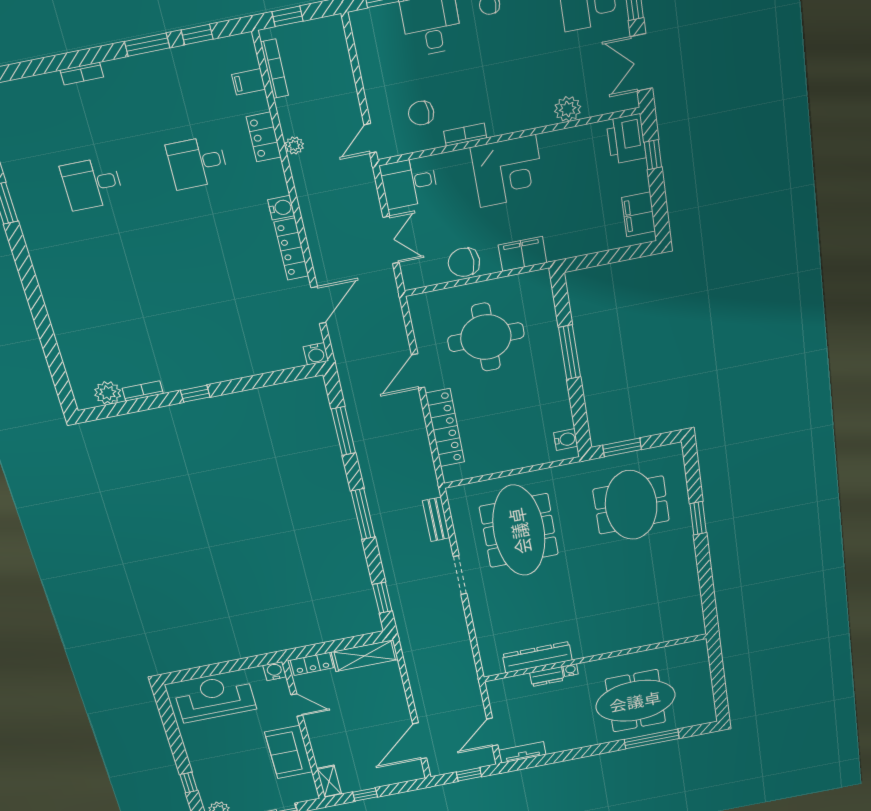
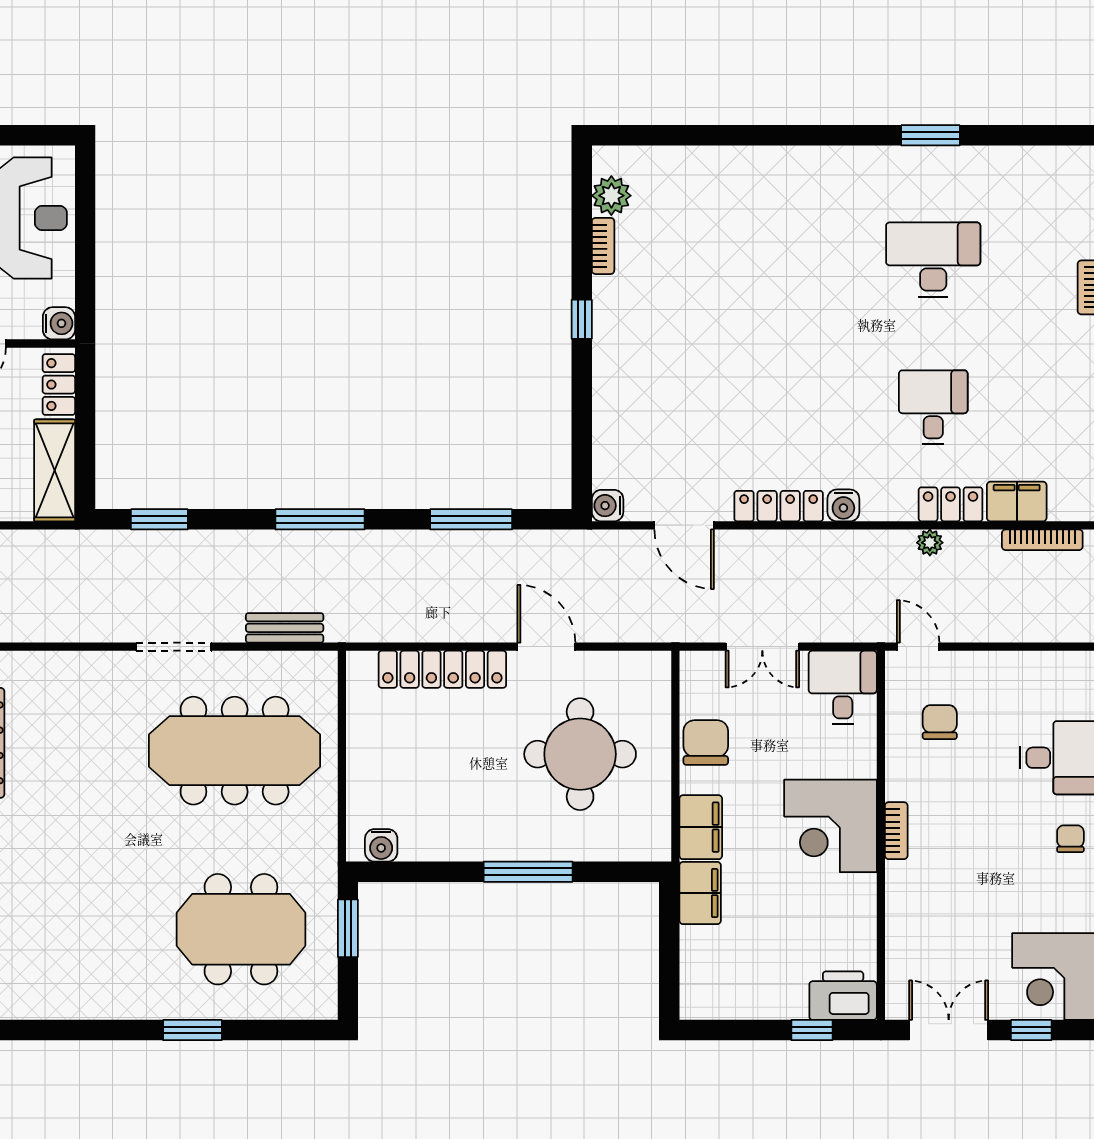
filing cabinet: (248, 82) -> (1017, 502), width x2.00
plant: (568, 109) -> (904, 921), removed
bookcase: (465, 135) -> (896, 831), moved
desk: (92, 184) -> (933, 259), width x1.37
filing cabinet: (639, 214) -> (700, 893), moved, turned 90

